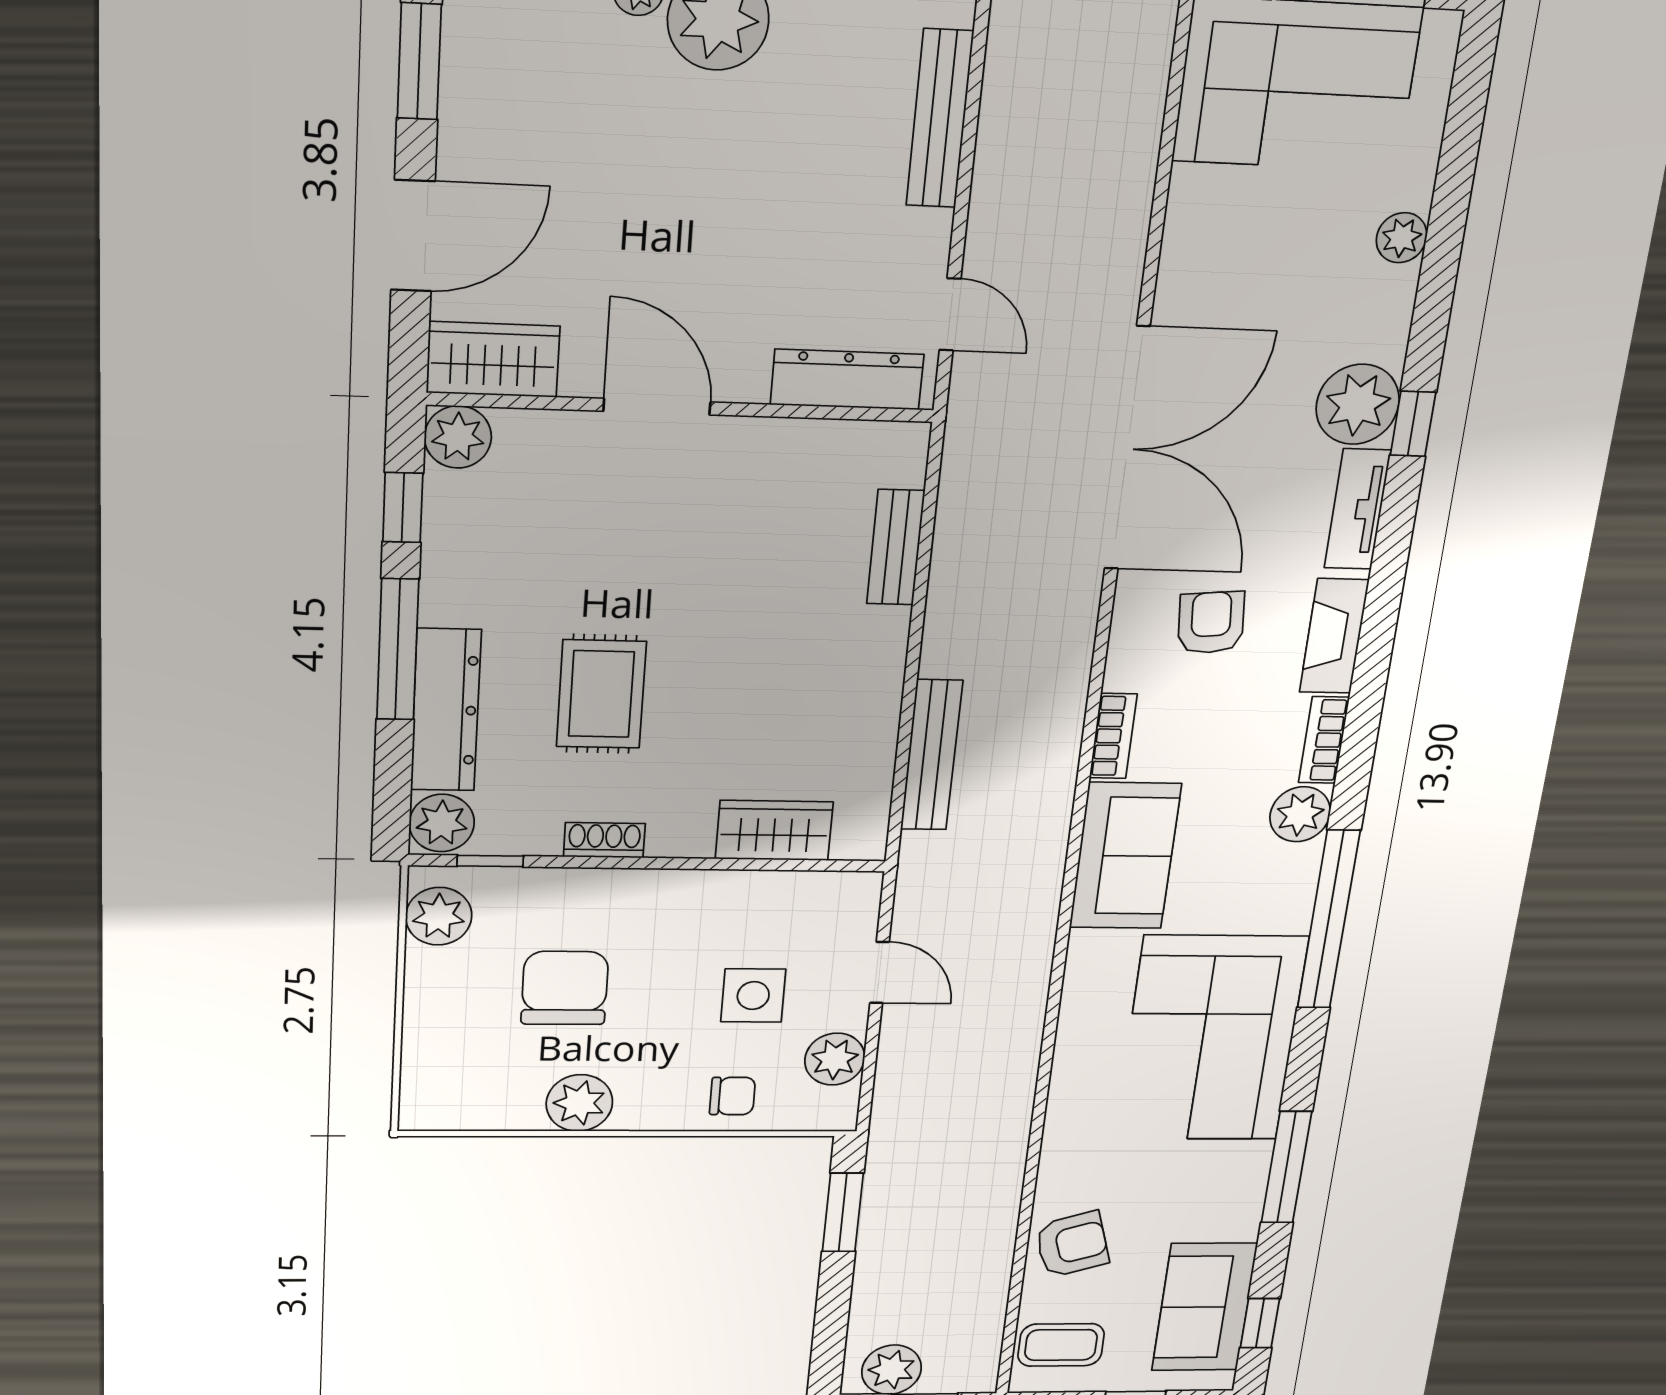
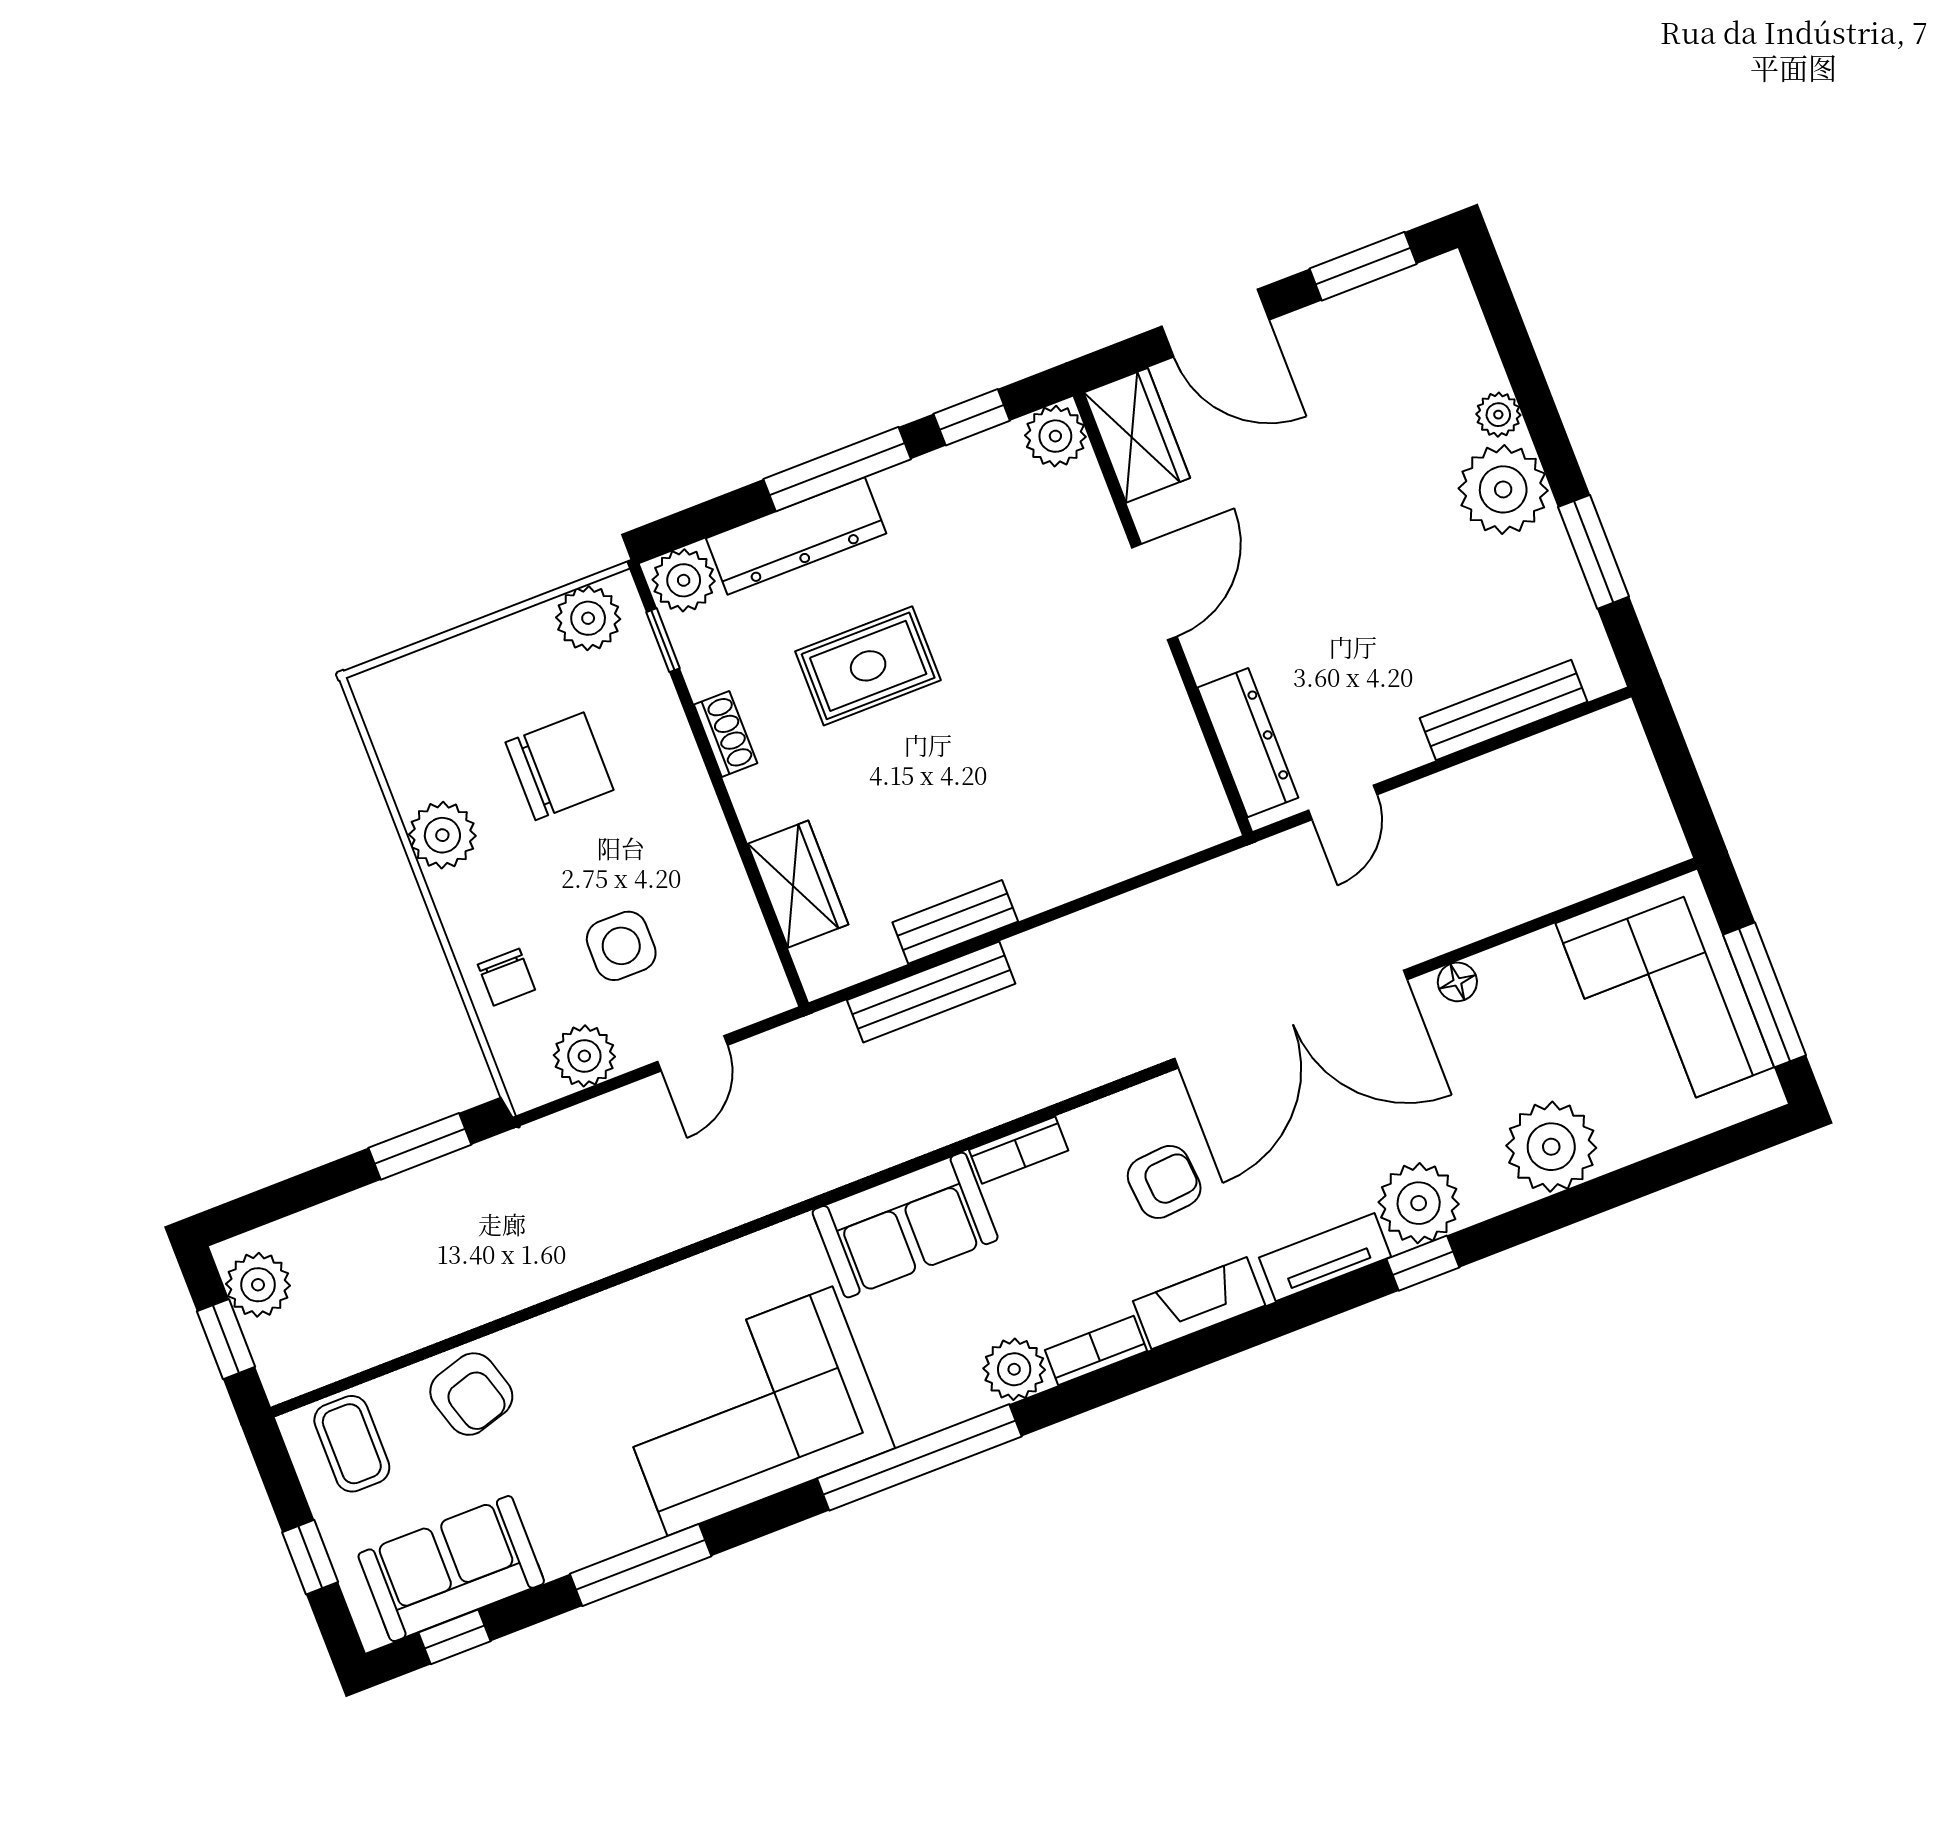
plant: (1402, 238) -> (1551, 1147), width x1.87, depth x1.87
floor lamp: (1176, 280) -> (1457, 982), added
bench: (896, 547) -> (955, 922), moved

